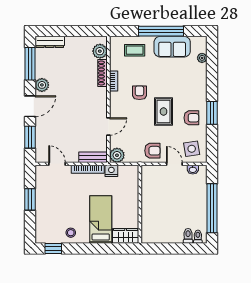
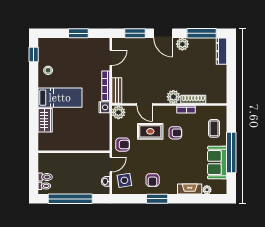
plant: (100, 51) -> (173, 97), moved
fireplace: (201, 77) -> (190, 189), added
rug: (164, 112) -> (150, 131), moved
armchair: (152, 151) -> (123, 145), turned -90
wall: (140, 204) -> (74, 152), moved

